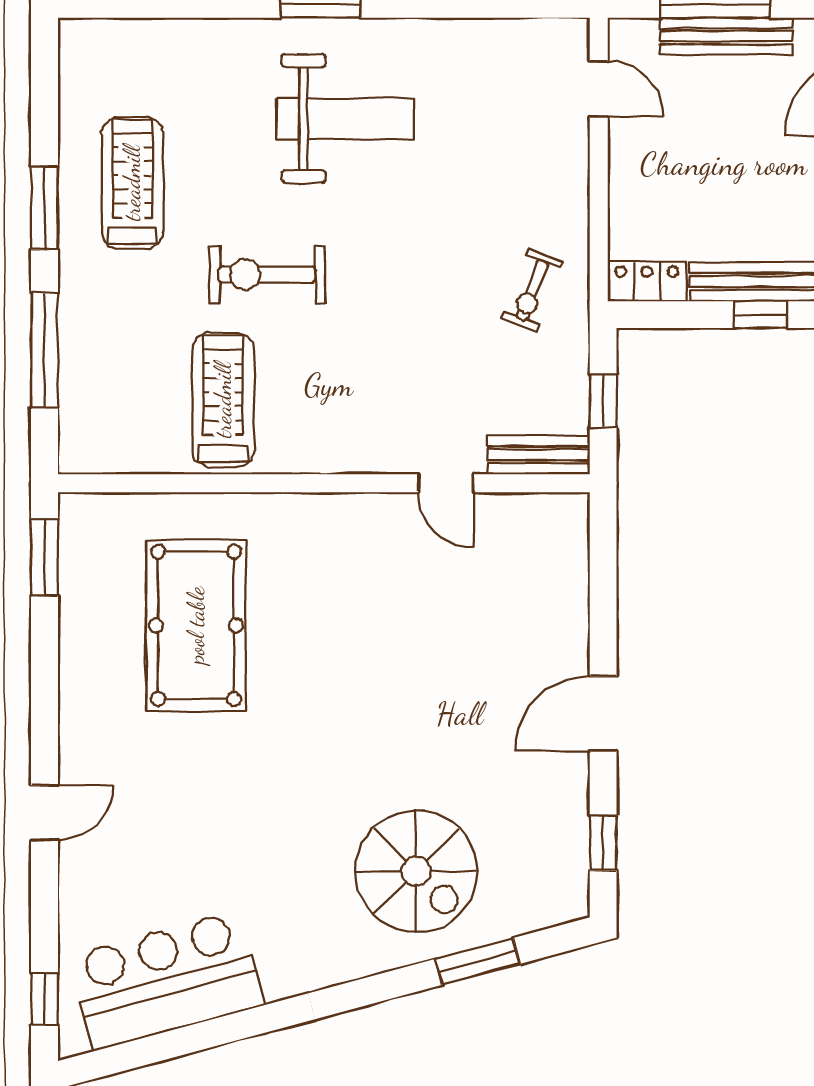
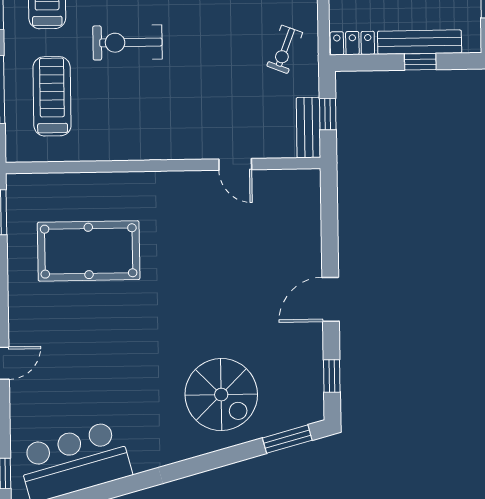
treadmill: (223, 400) -> (52, 96), moved
bench: (538, 455) -> (308, 128), moved, turned 90
pool table: (196, 625) -> (89, 251), turned 90
window: (478, 961) -> (287, 439), moved

